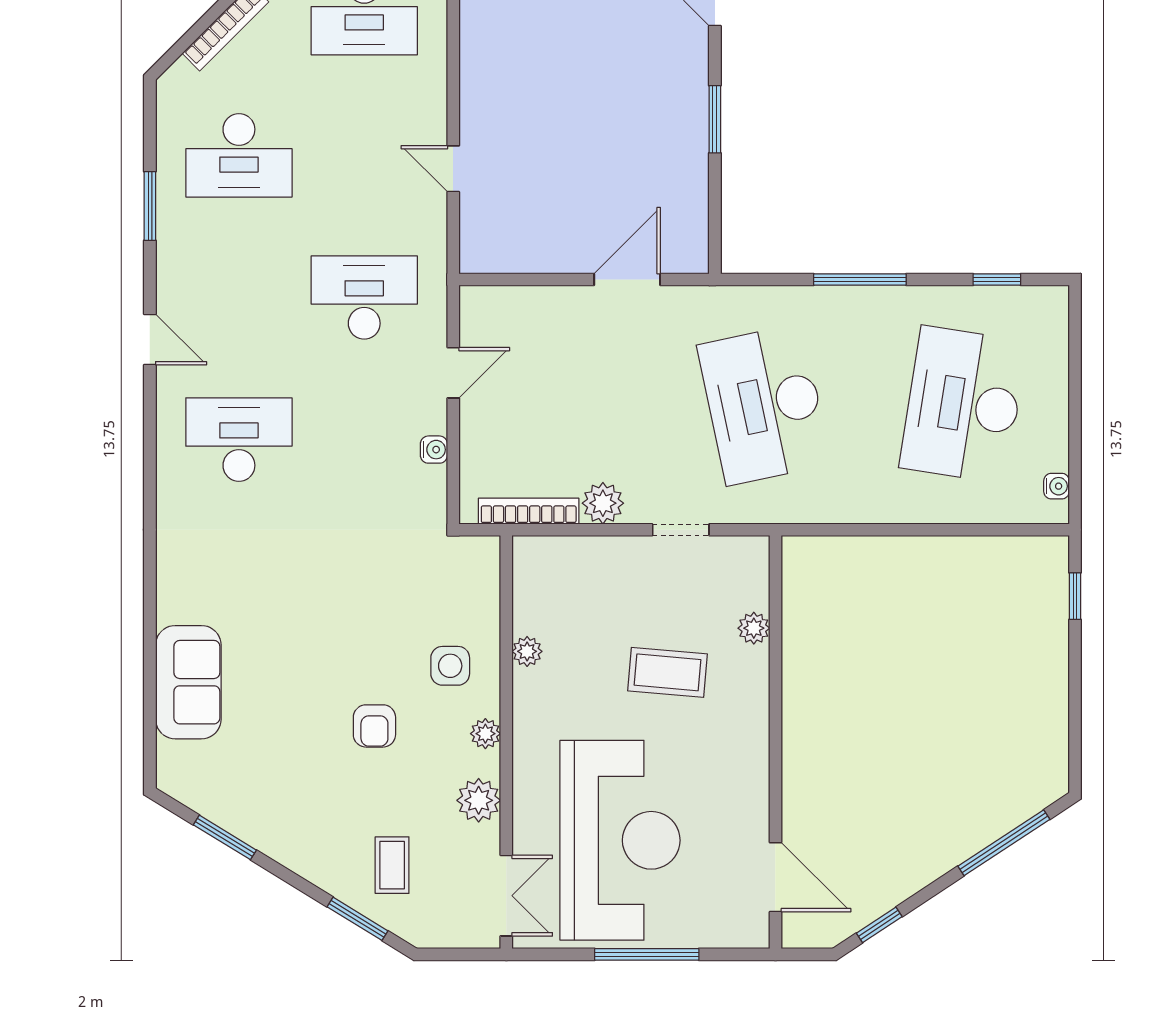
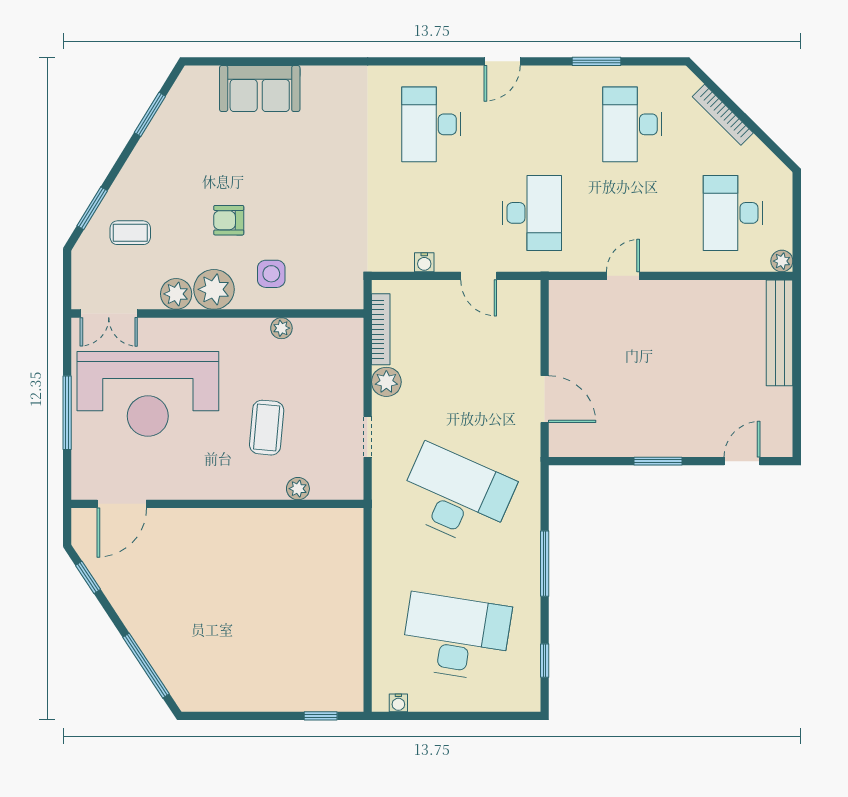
desk: (764, 405) -> (456, 496), turned 36
desk: (239, 440) -> (431, 124), turned 180
plant: (485, 734) -> (214, 289), width x1.88, depth x1.88

